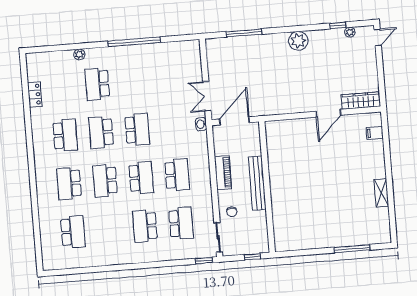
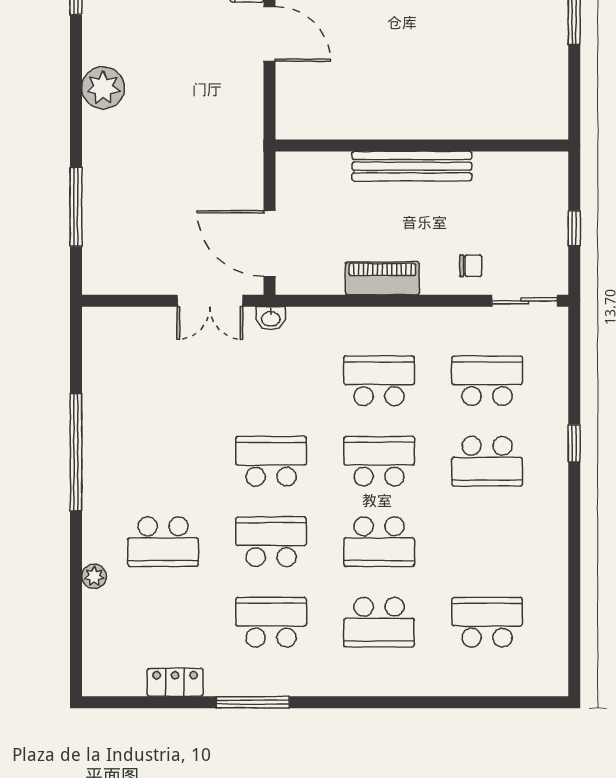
window: (29, 130) -> (253, 702), added
school desk: (101, 132) -> (271, 542), turned 180
bench: (257, 183) -> (412, 166), moved
wall: (267, 187) -> (422, 145), moved
window: (204, 261) -> (574, 443), moved

